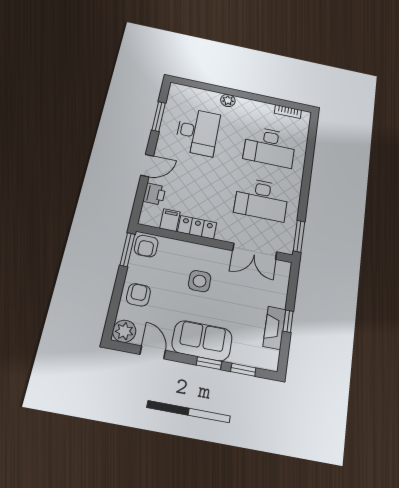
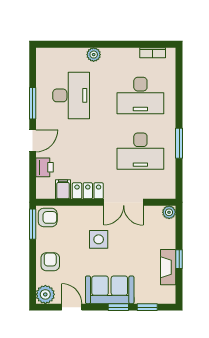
window: (159, 116) -> (33, 103), moved
window: (299, 236) -> (179, 143), moved
armchair: (146, 246) -> (48, 217), turned -90
double door: (255, 251) -> (124, 202), moved
plant: (284, 268) -> (169, 212), added

